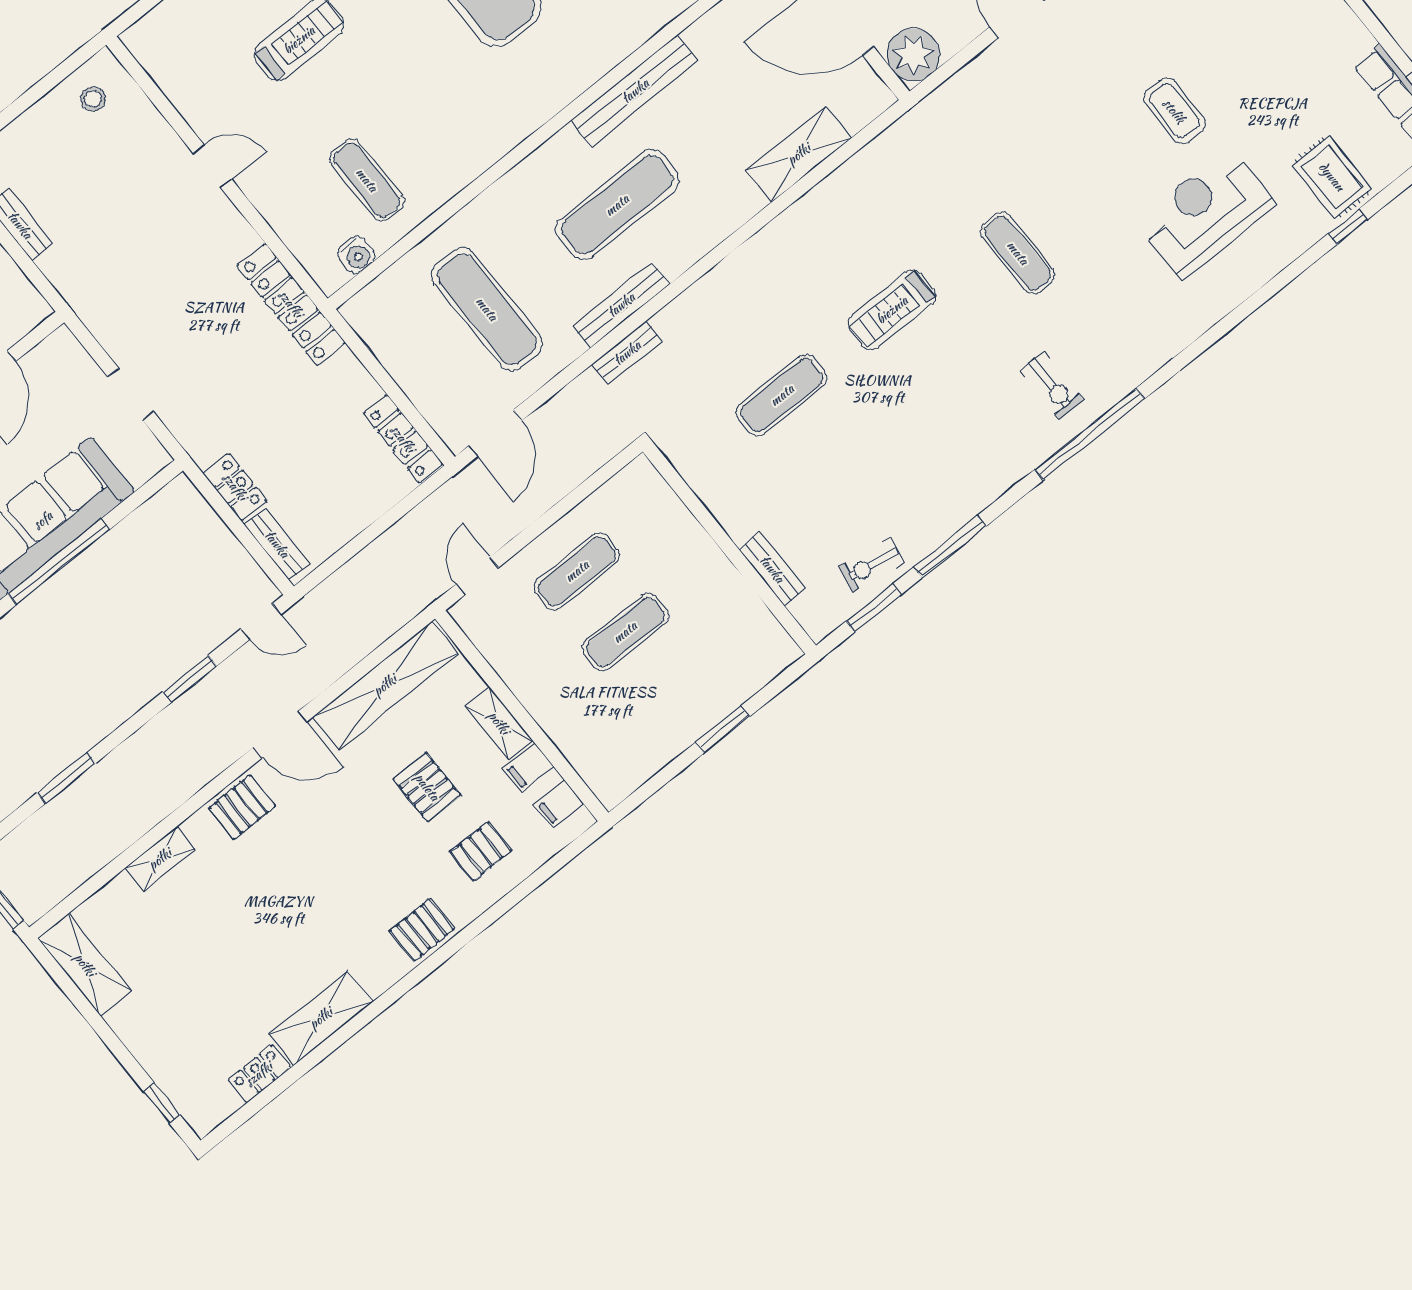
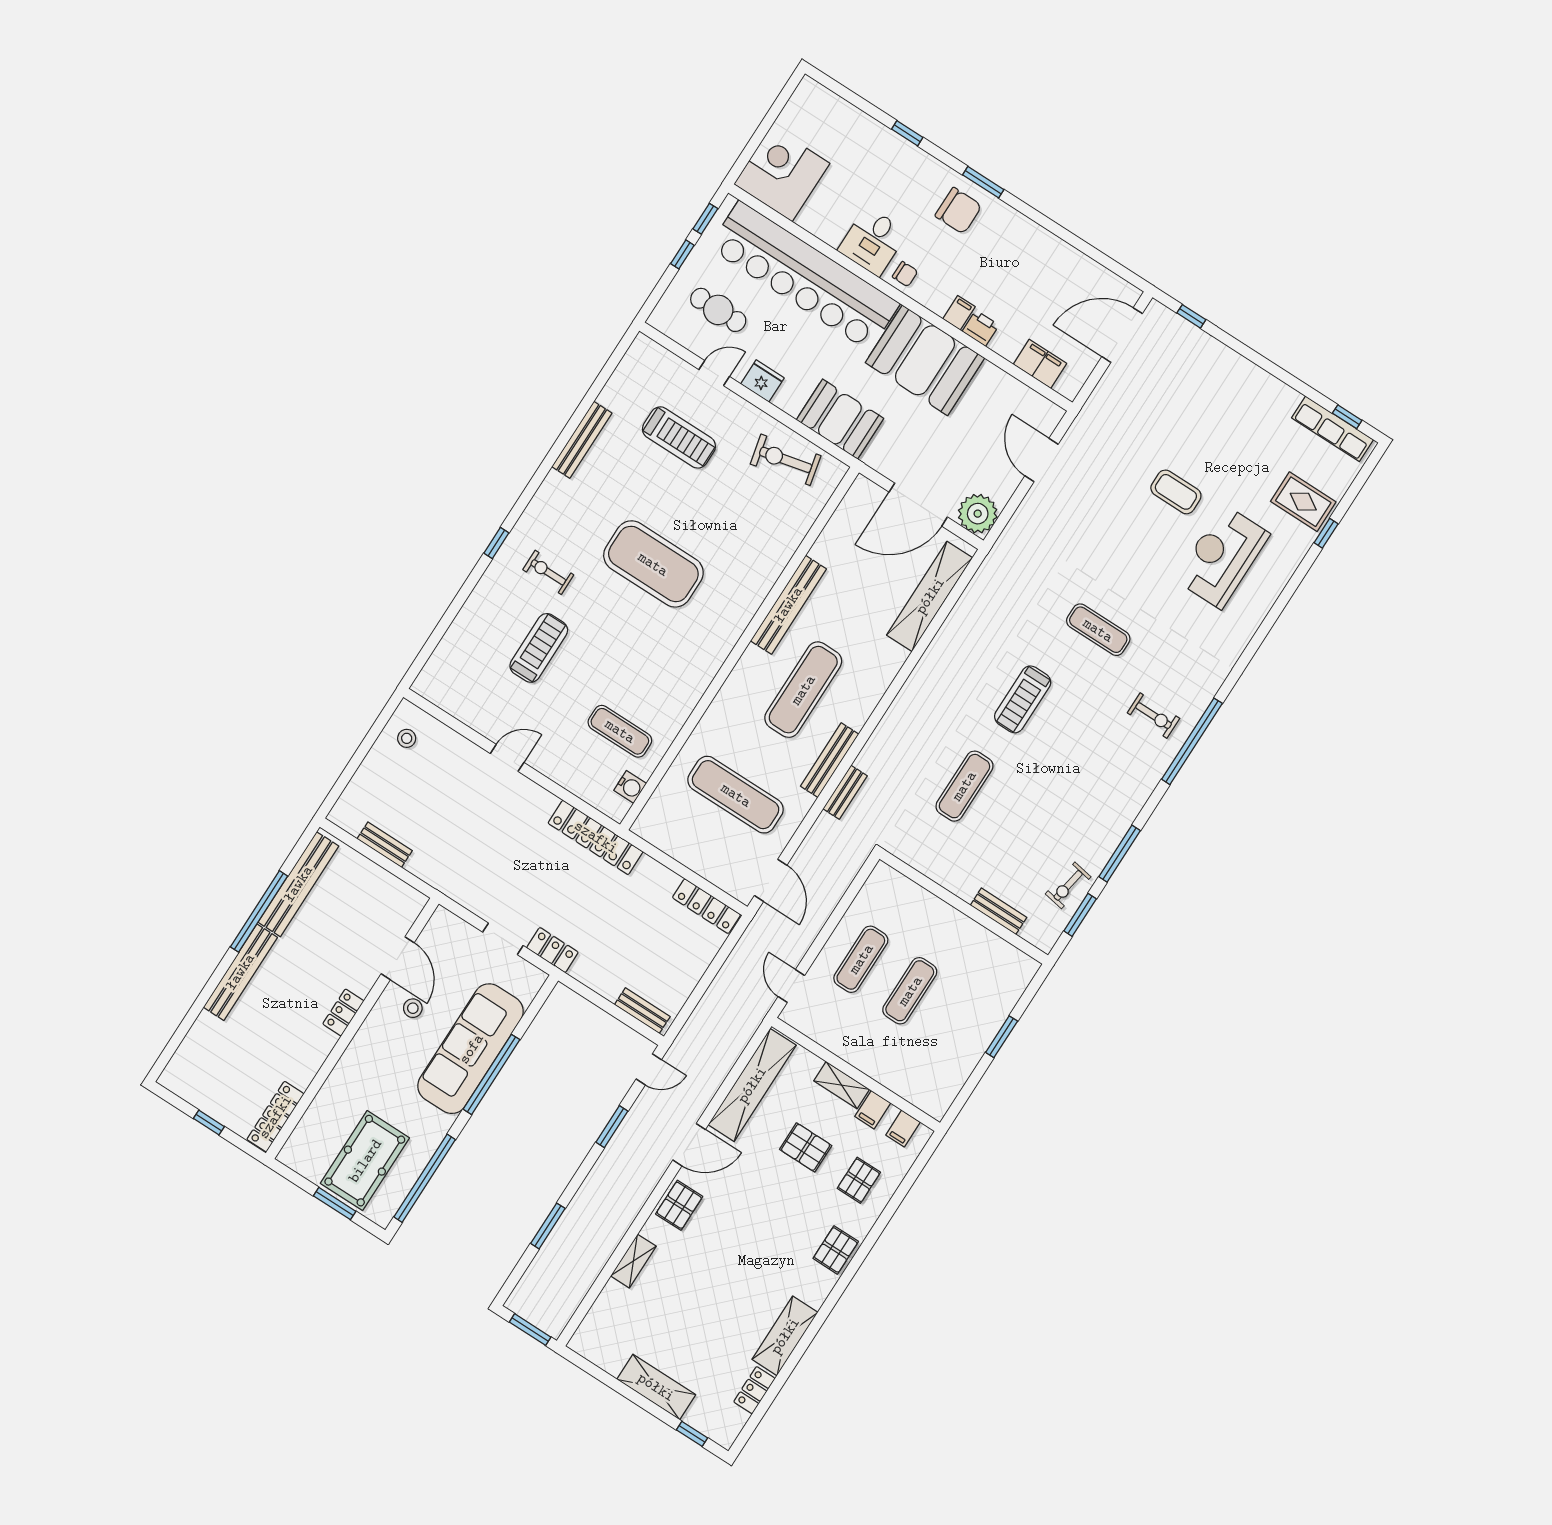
shelving: (799, 154) -> (930, 596), width x1.47
locker: (235, 487) -> (552, 950), moved
shelving: (85, 965) -> (656, 1387), moved

